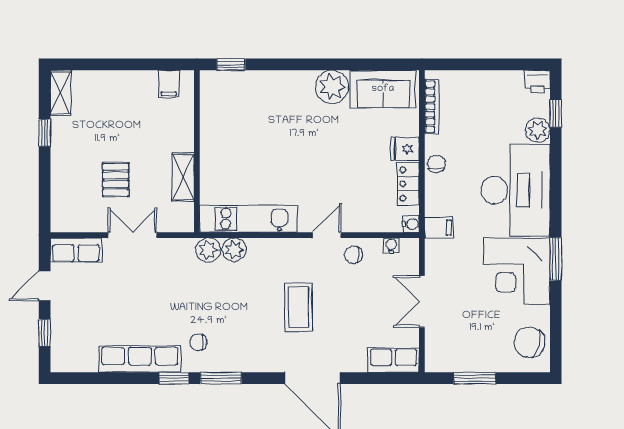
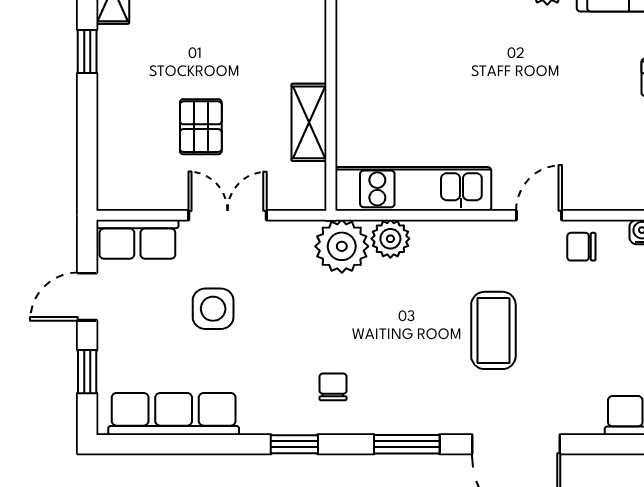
plant: (208, 250) -> (342, 246), width x1.36, depth x1.36
side table: (123, 293) -> (213, 309), added
chair: (198, 342) -> (333, 387), turned 90
row of seats: (140, 359) -> (174, 414), moved
window: (221, 378) -> (407, 444), moved

